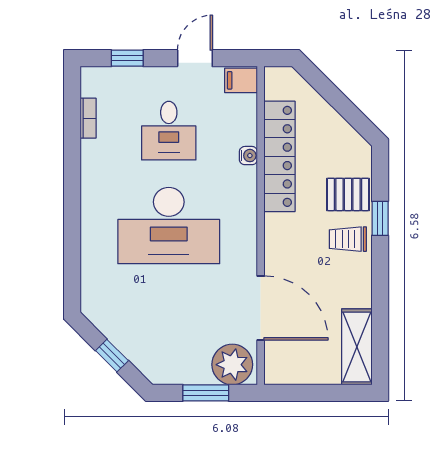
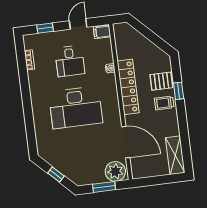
locker: (279, 156) -> (128, 87), moved

